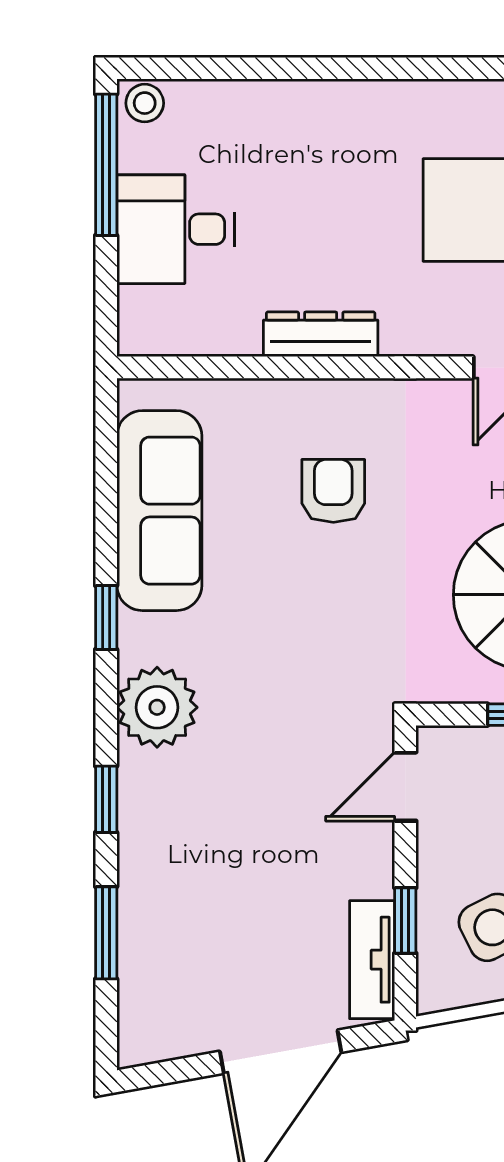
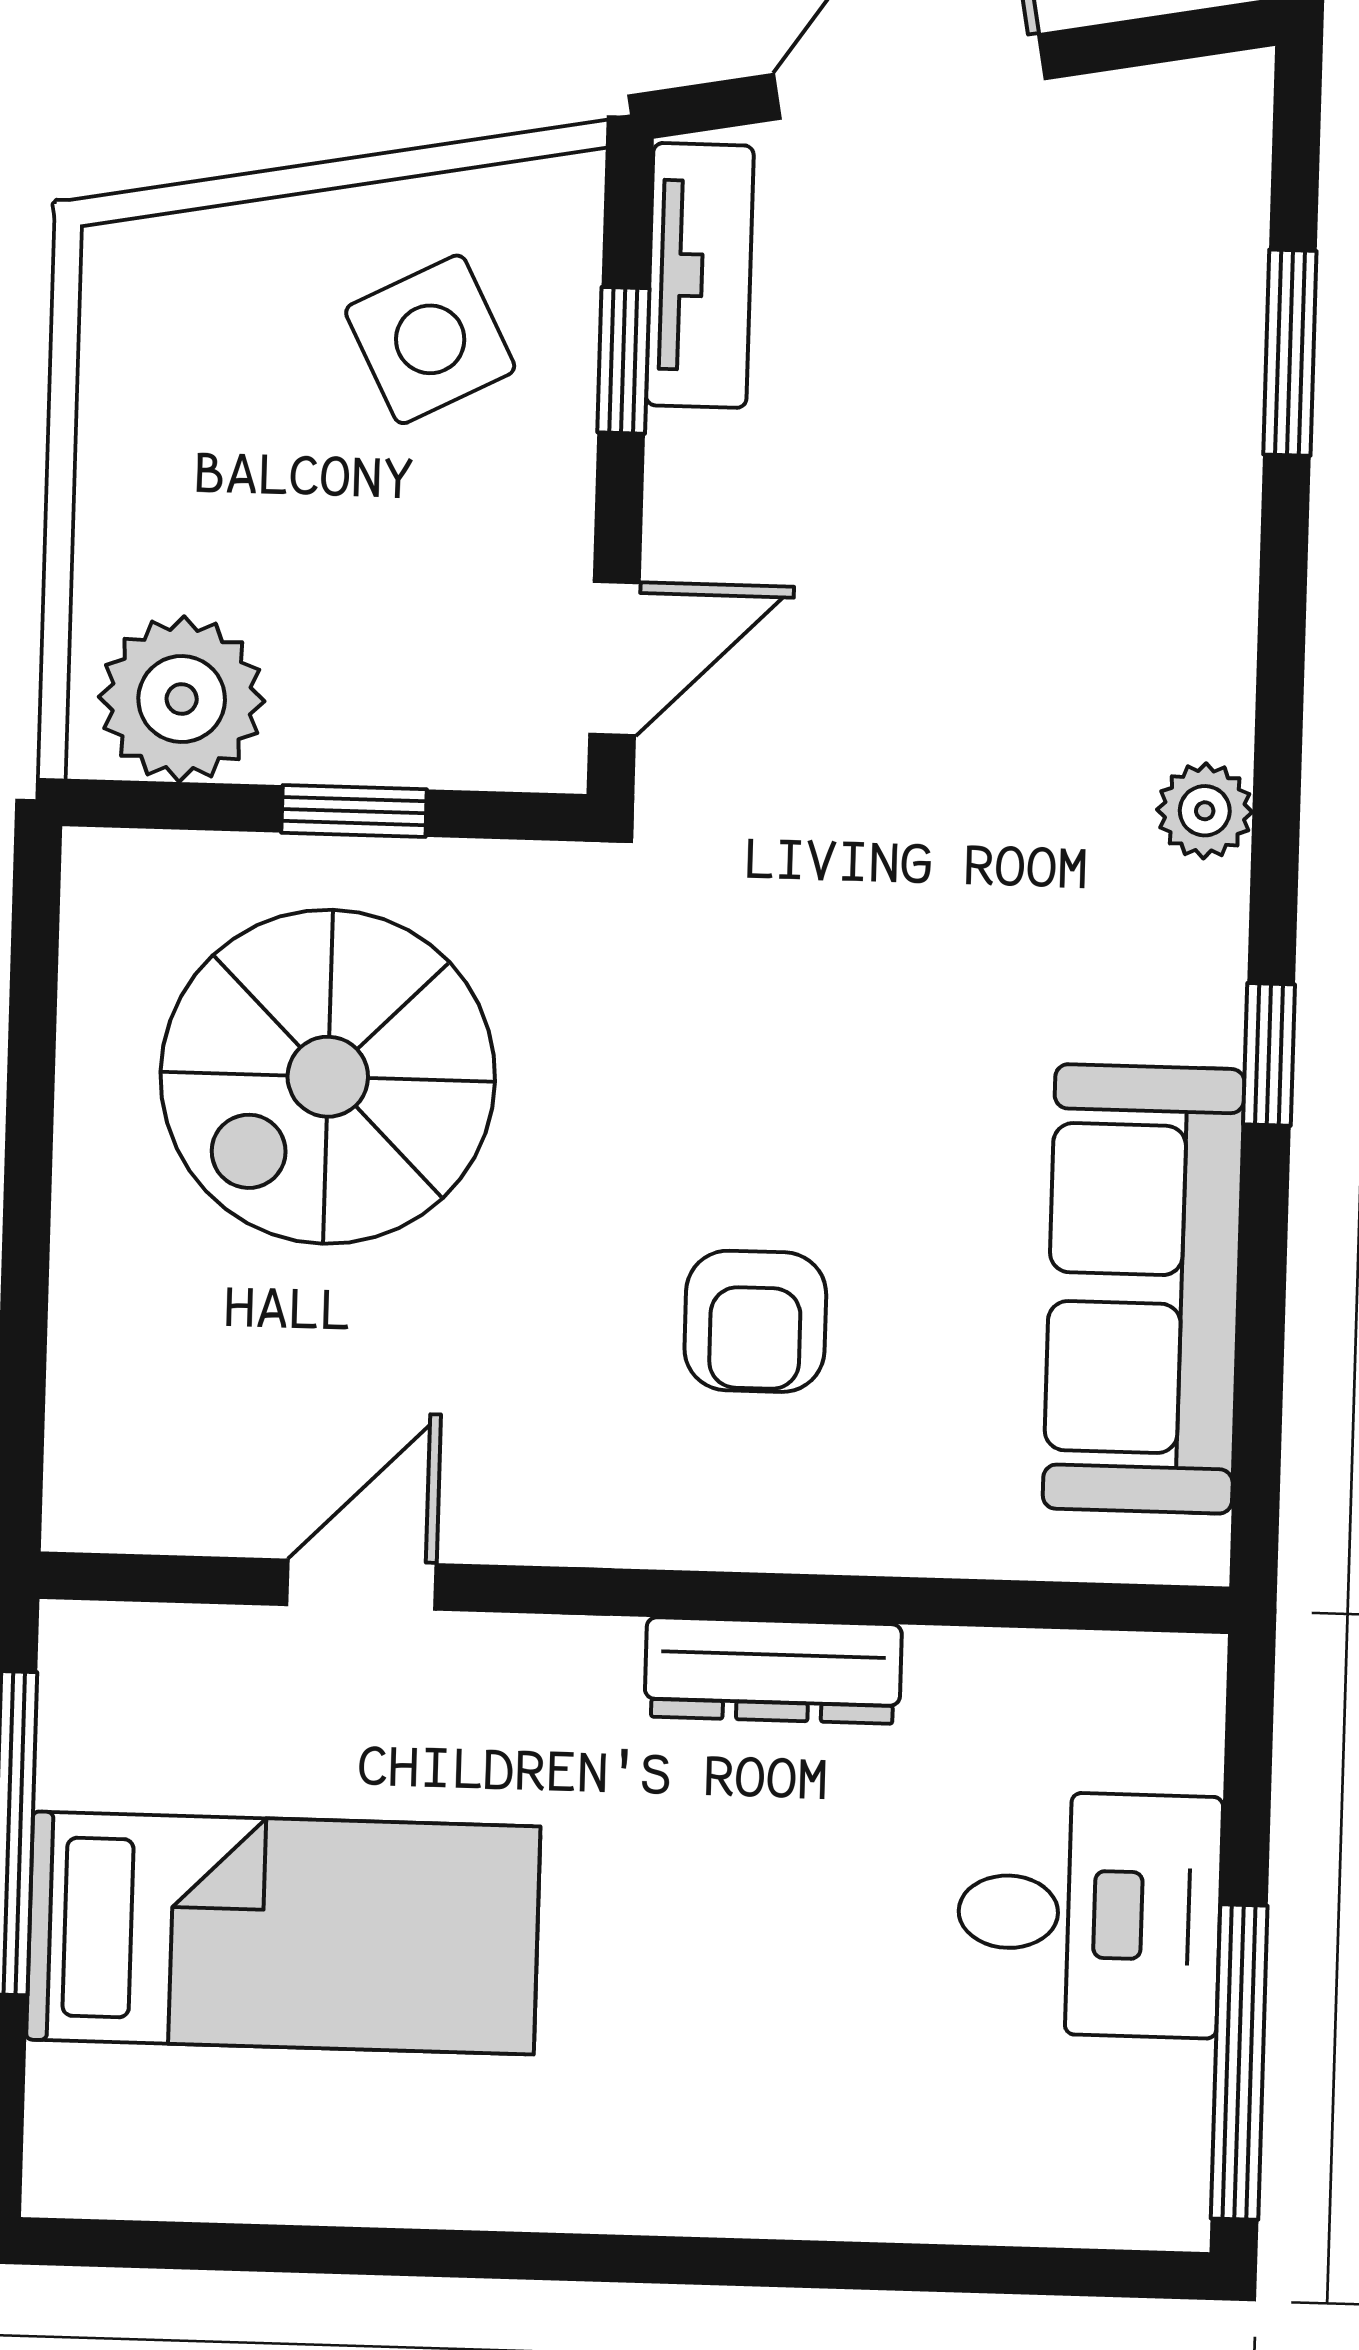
stool: (145, 103) -> (1149, 2197), removed
plant: (157, 707) -> (1205, 811), width x0.53, depth x0.53
window: (106, 799) -> (1281, 650), removed

